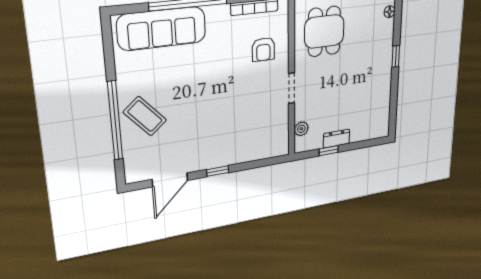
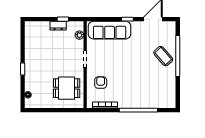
sofa: (162, 29) -> (110, 30), moved, turned 180
dining table: (324, 31) -> (67, 88), turned 90

